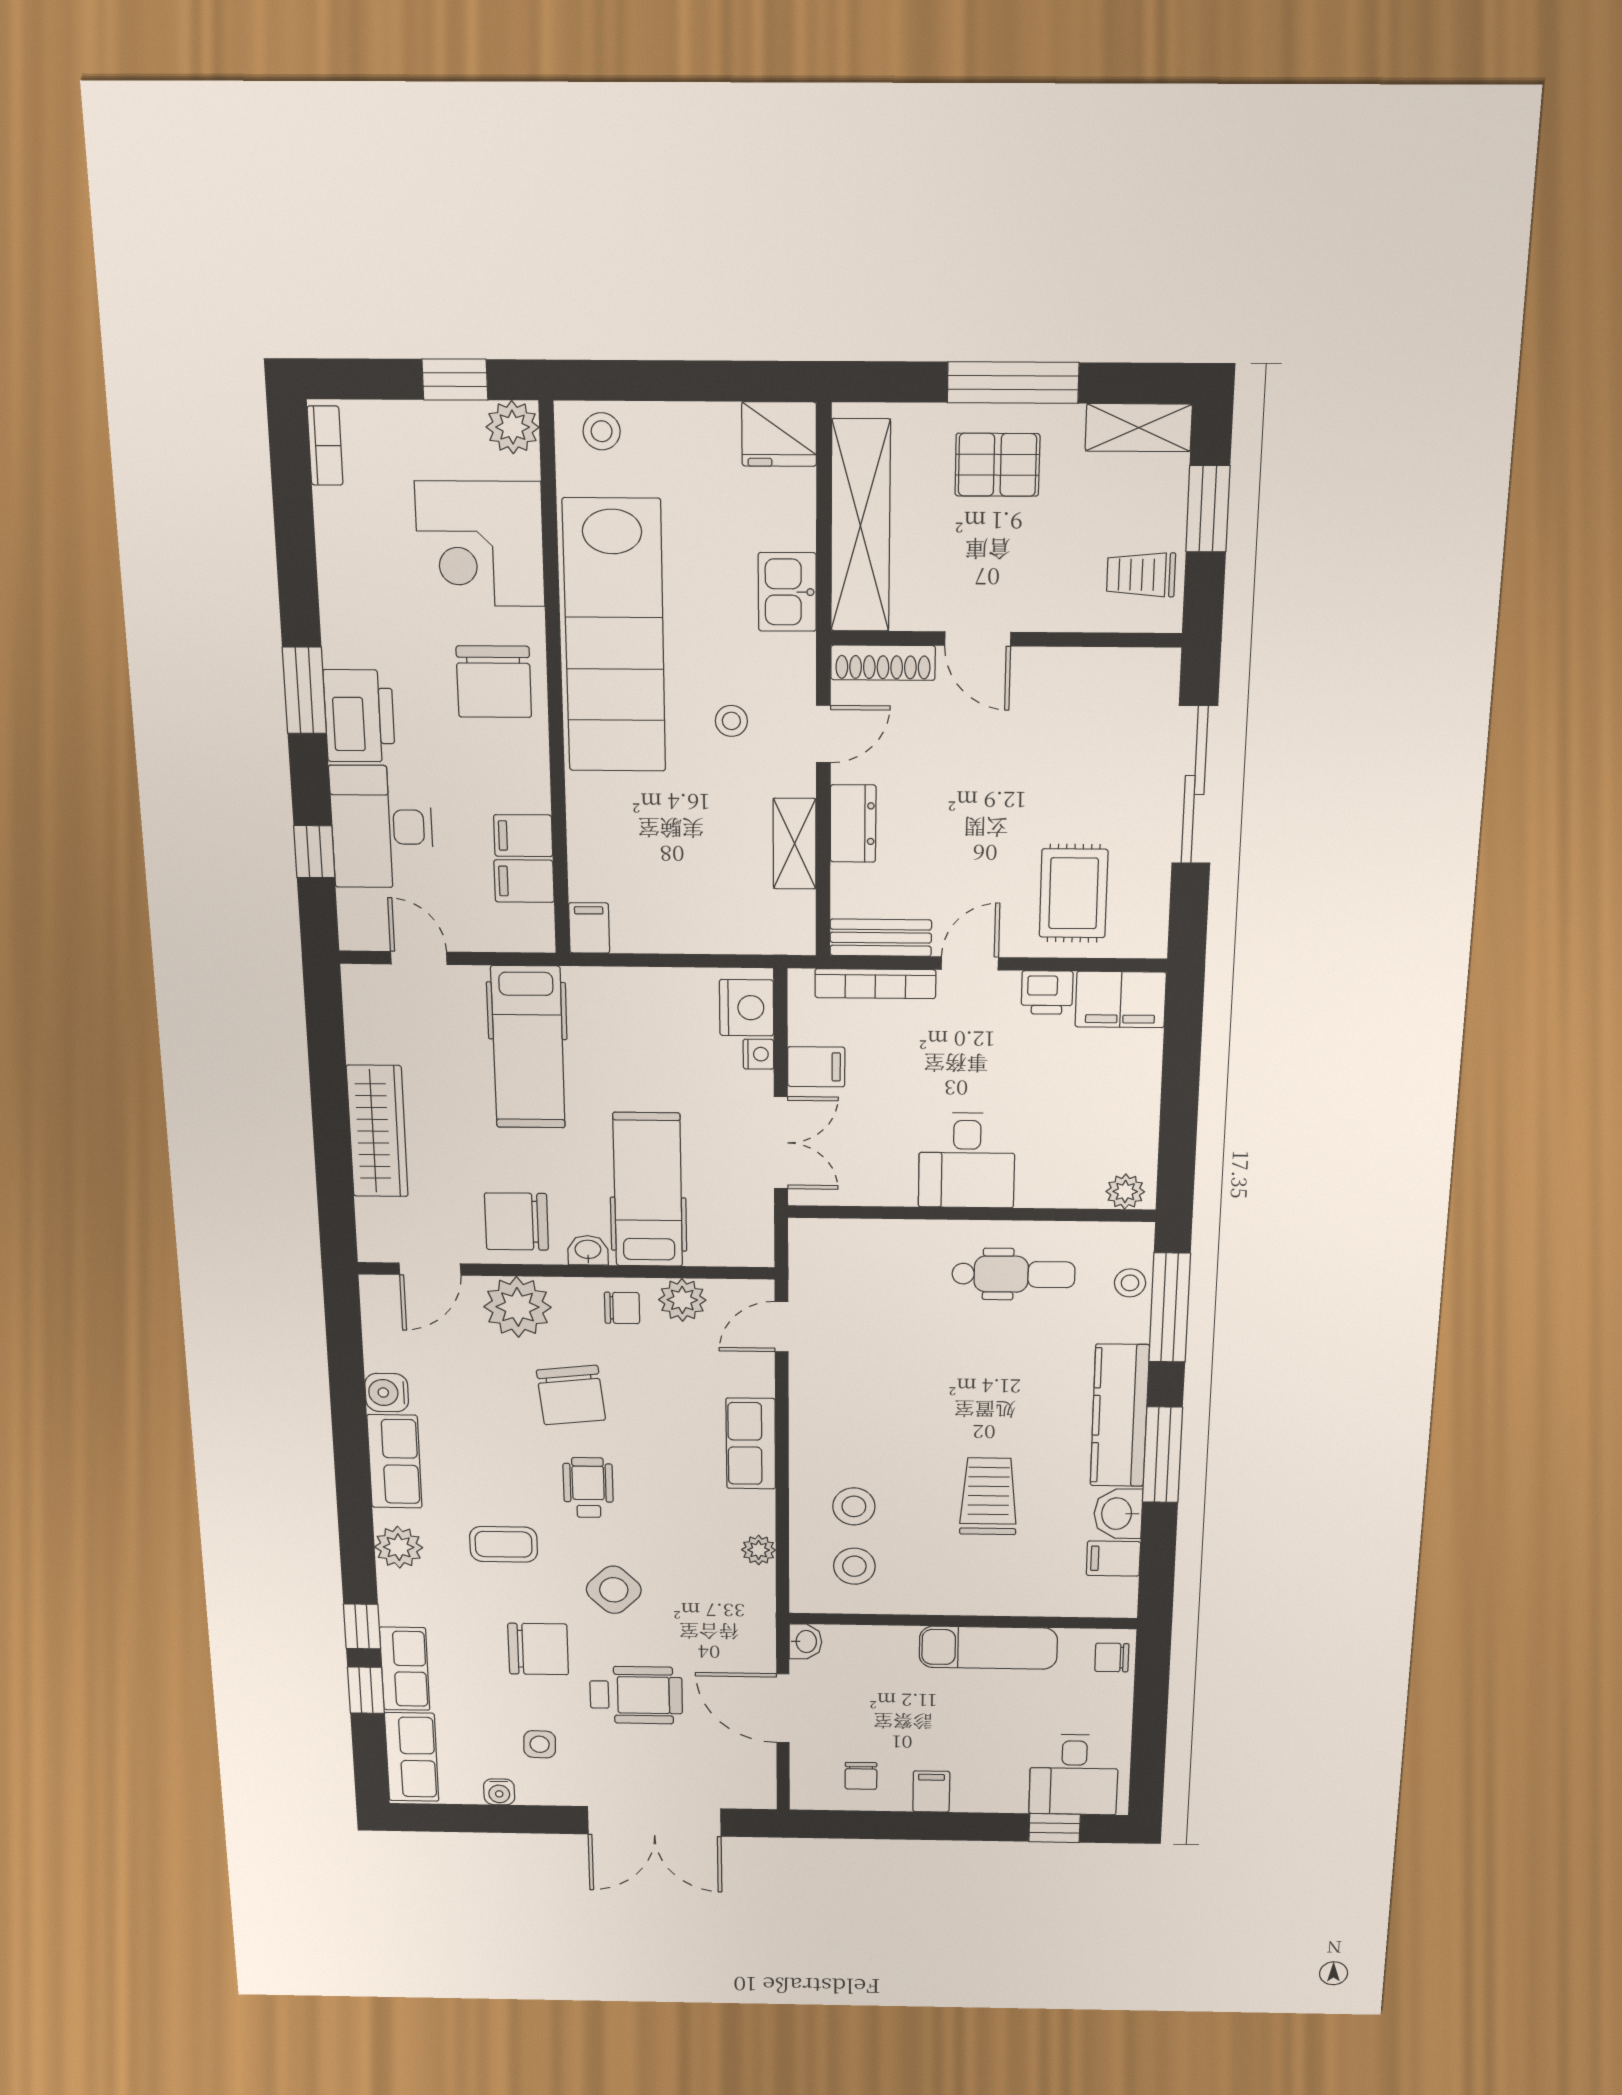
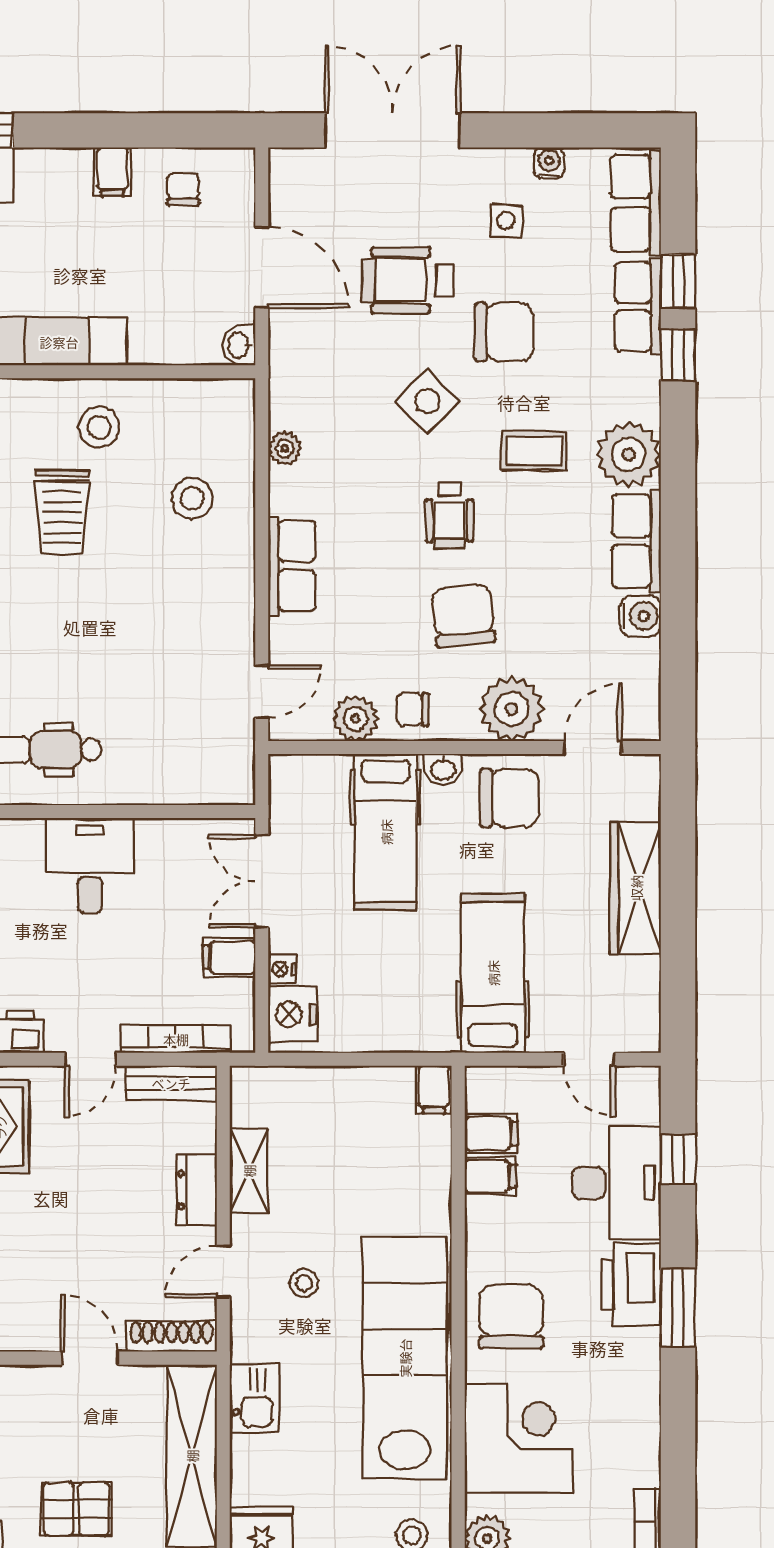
plant: (399, 1547) -> (629, 454), width x1.36, depth x1.36
stool: (854, 1566) -> (99, 427), moved
chair: (538, 1649) -> (504, 332), turned 180

